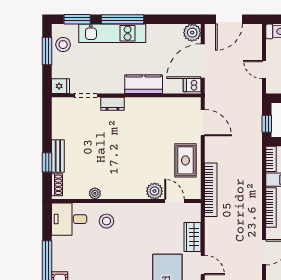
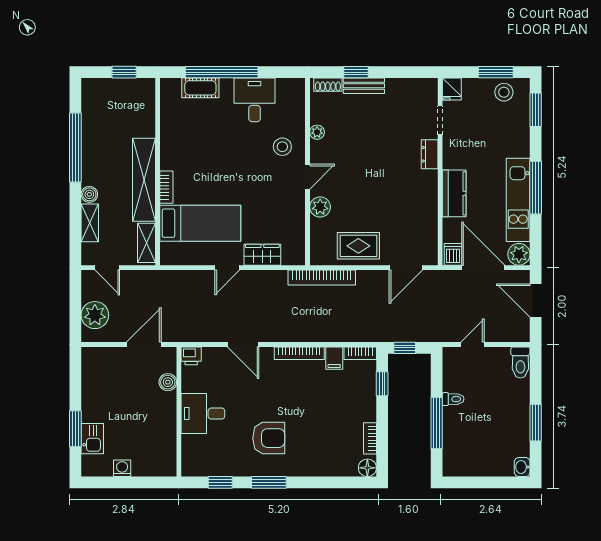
window: (122, 19) -> (536, 188), moved
kitchen unit: (112, 33) -> (518, 200), moved
door: (174, 201) -> (308, 177), moved
desk: (69, 219) -> (255, 100), moved

